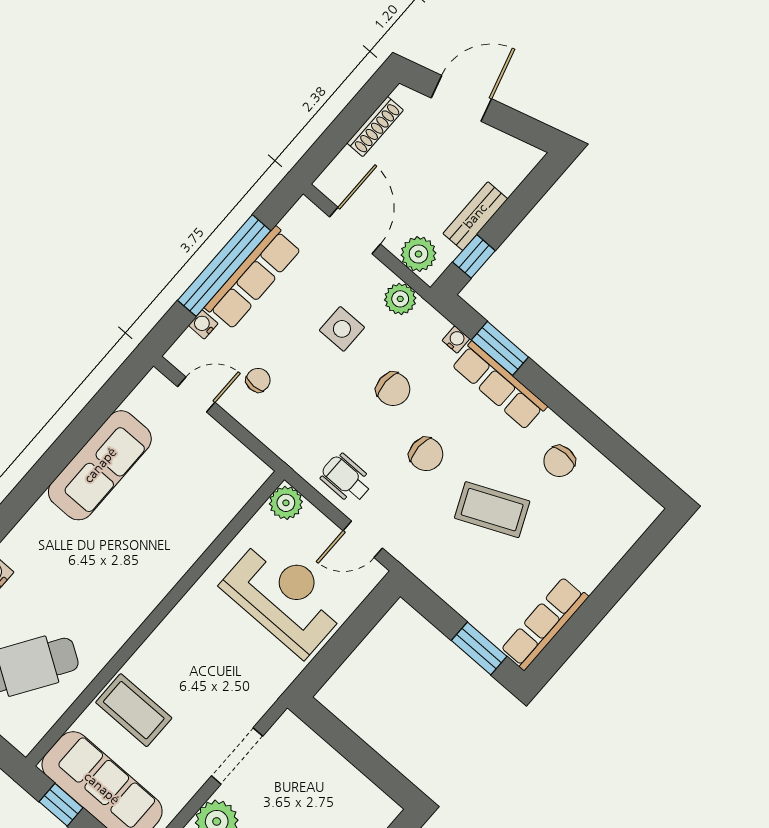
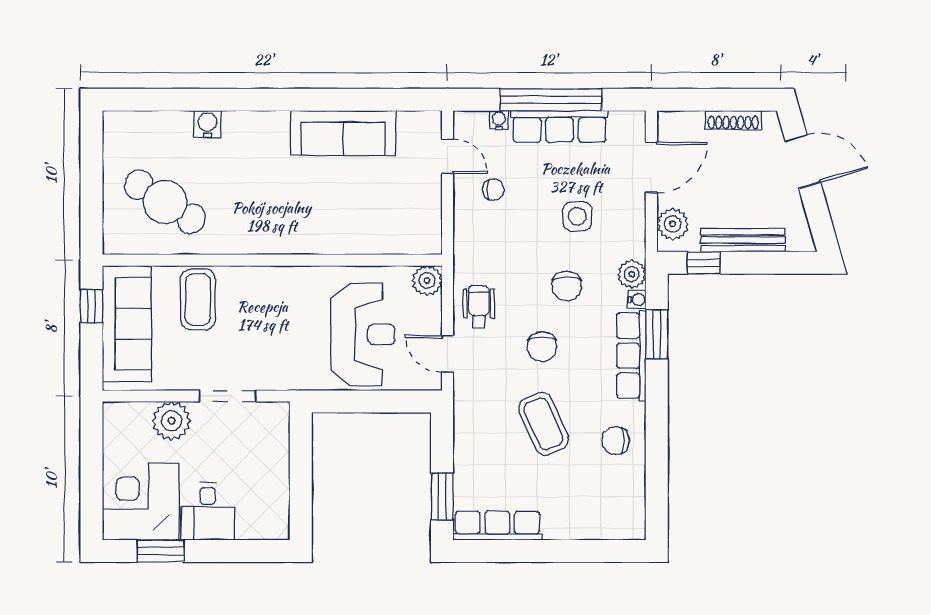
bench: (475, 216) -> (743, 240), width x1.36
plant: (400, 299) -> (632, 274), moved

